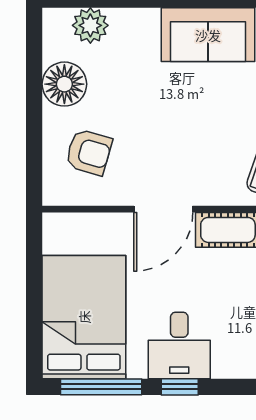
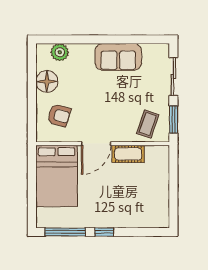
bed: (84, 317) -> (57, 176), moved, turned 180
desk: (179, 345) -> (104, 211), removed

